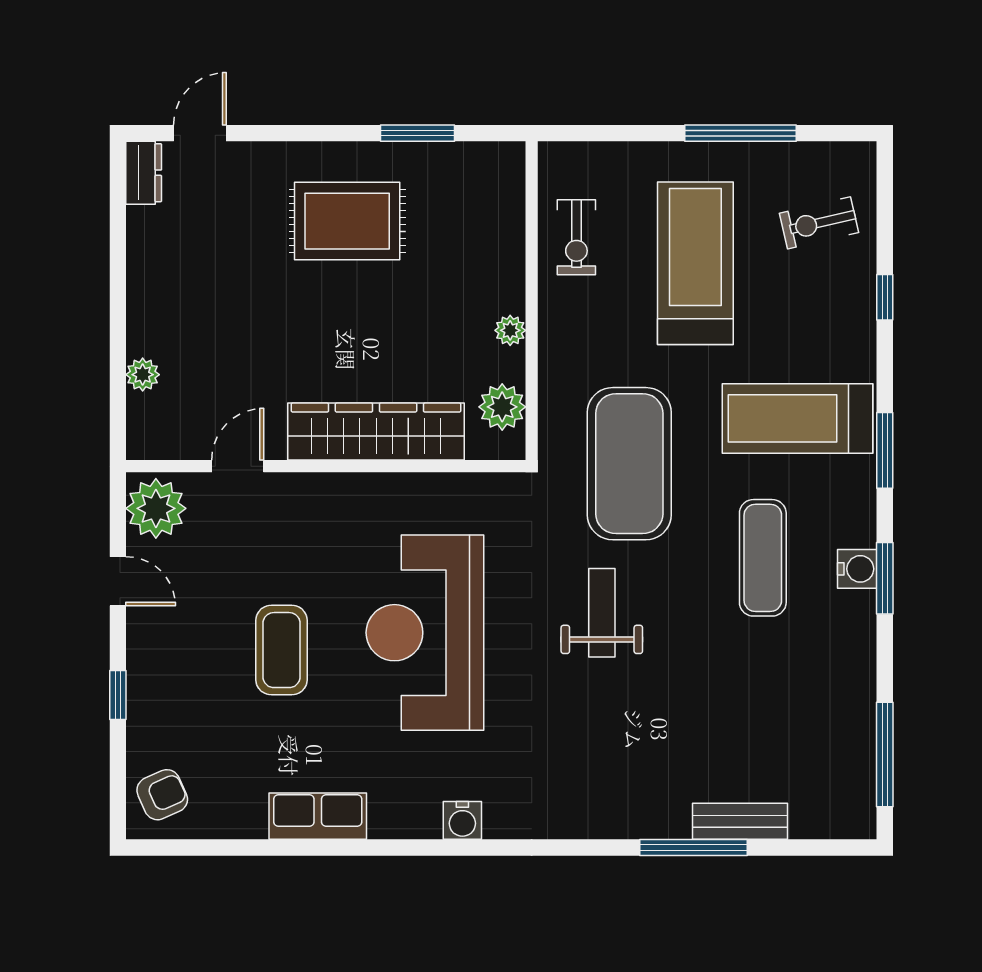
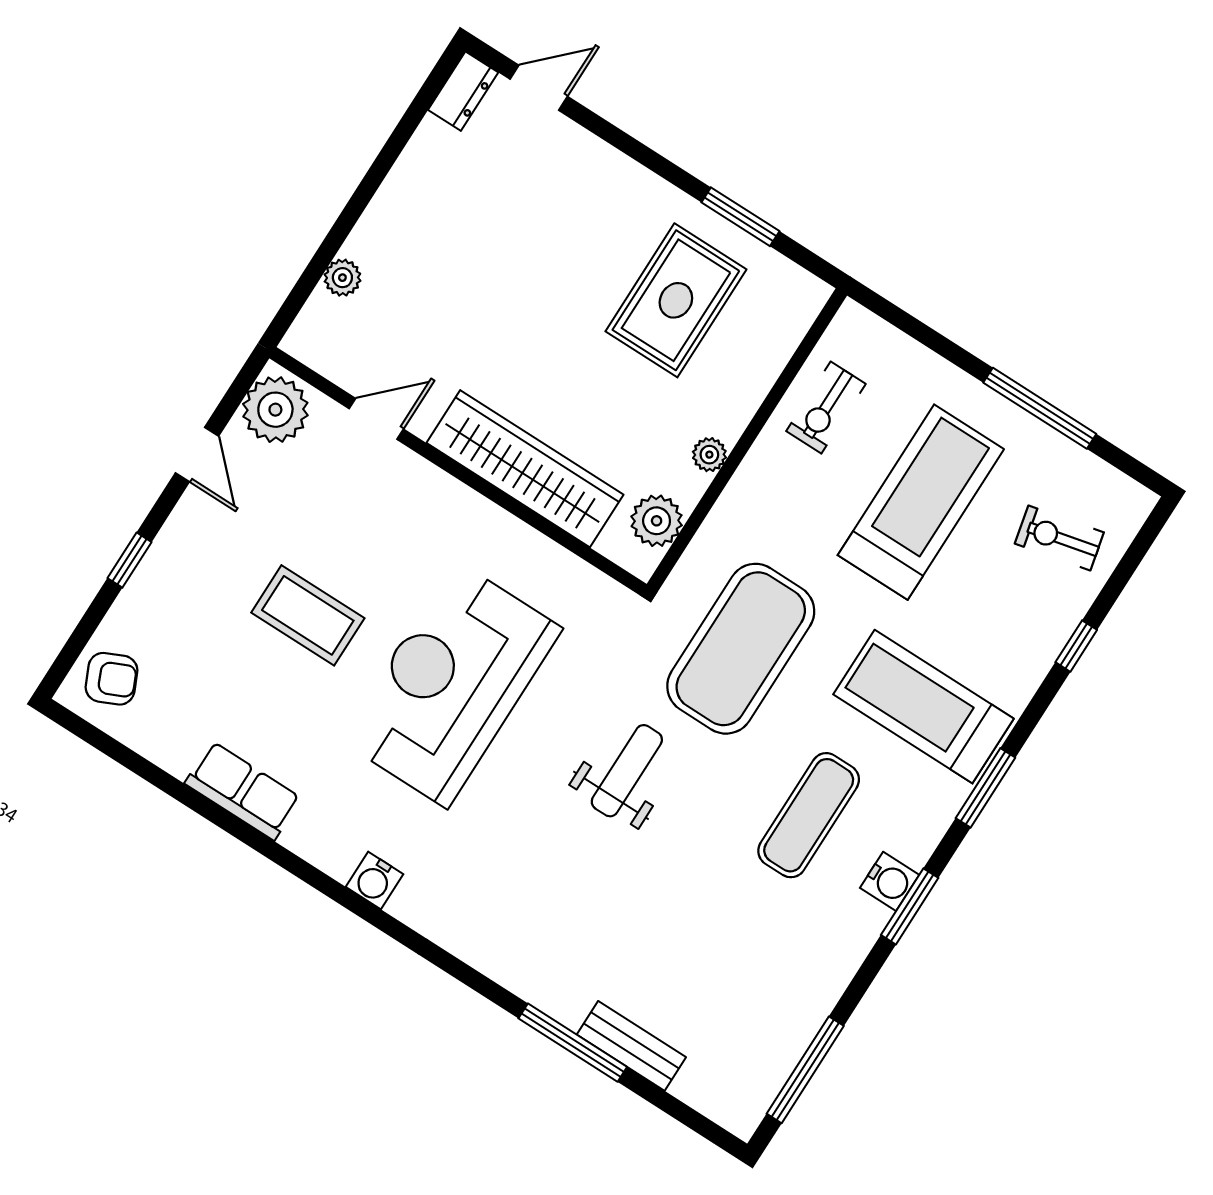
rug: (347, 221) -> (676, 300), moved, turned 90
coffee table: (282, 650) -> (308, 615), turned 90

